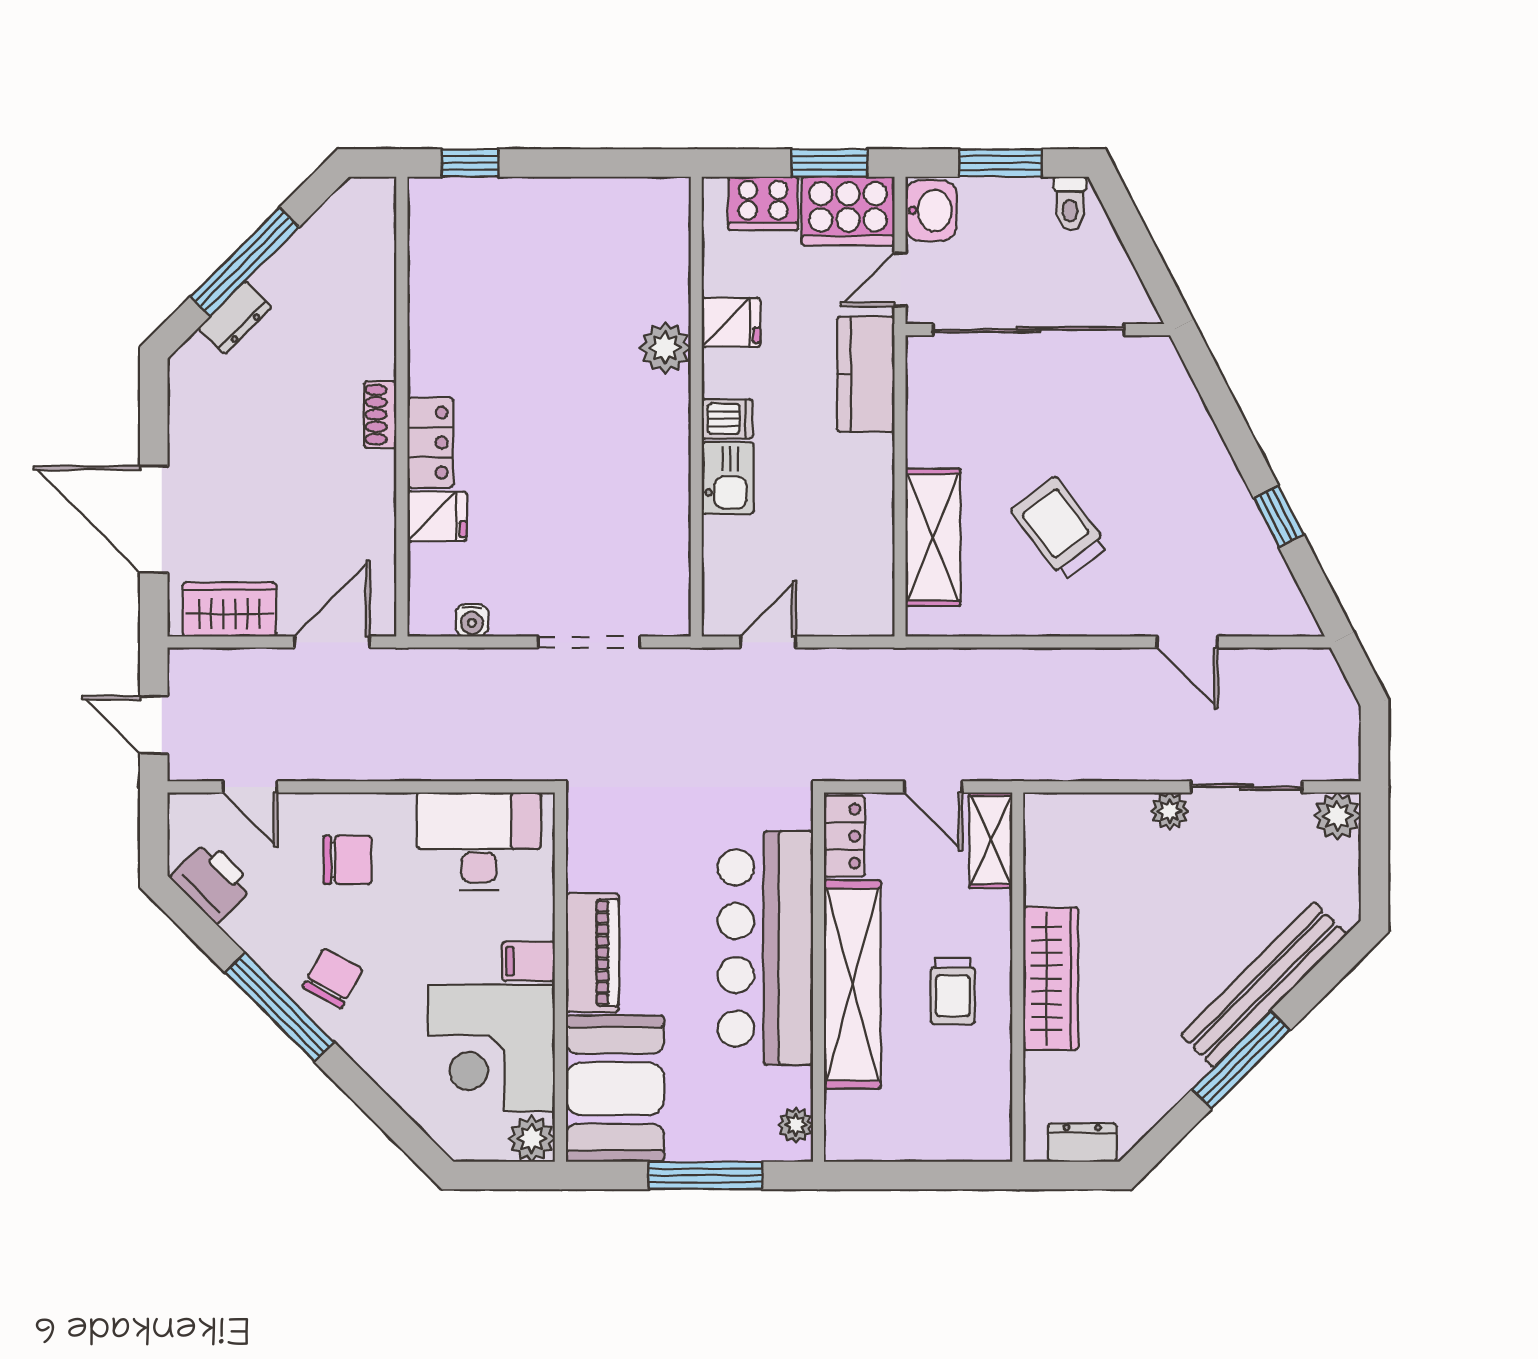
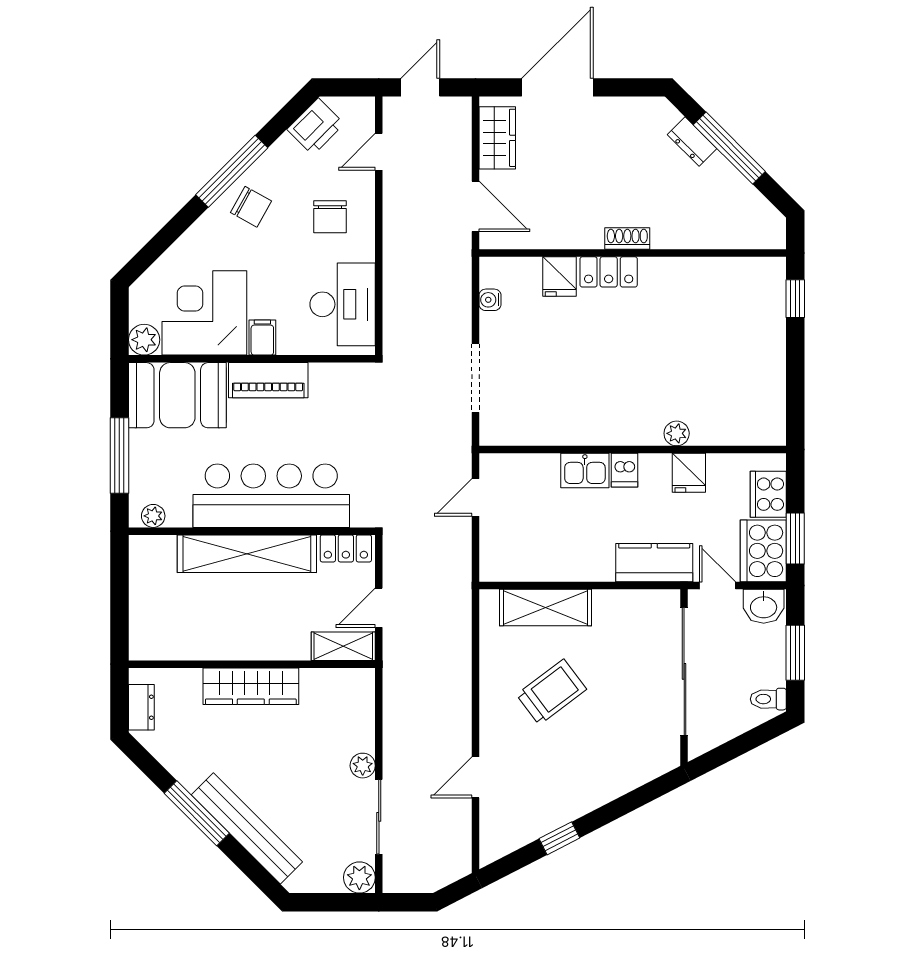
plant: (665, 348) -> (677, 433), width x0.73, depth x0.73
door: (768, 642) -> (475, 497), swing flipped
trolley: (953, 991) -> (242, 621), removed

